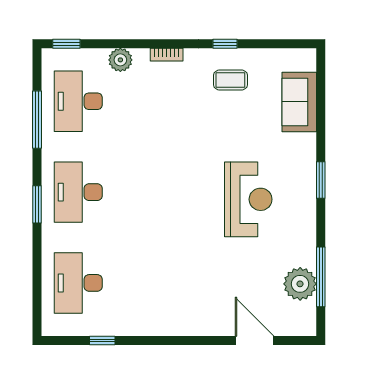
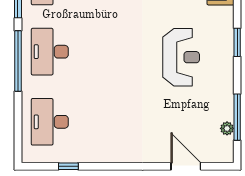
window: (37, 204) -> (18, 61), width x2.11
plant: (300, 284) -> (227, 128), width x0.53, depth x0.53

